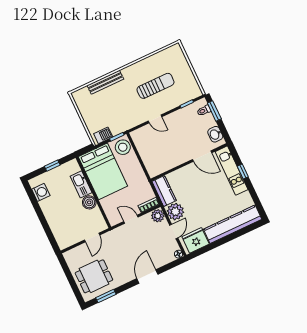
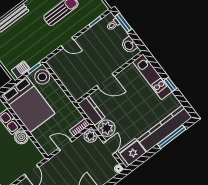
door: (202, 156) -> (105, 81), moved
window: (243, 171) -> (170, 84), moved
window: (238, 234) -> (172, 137), added

